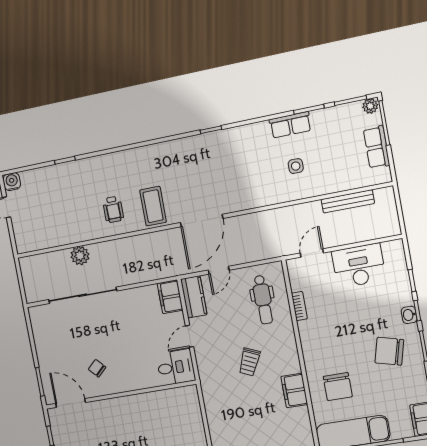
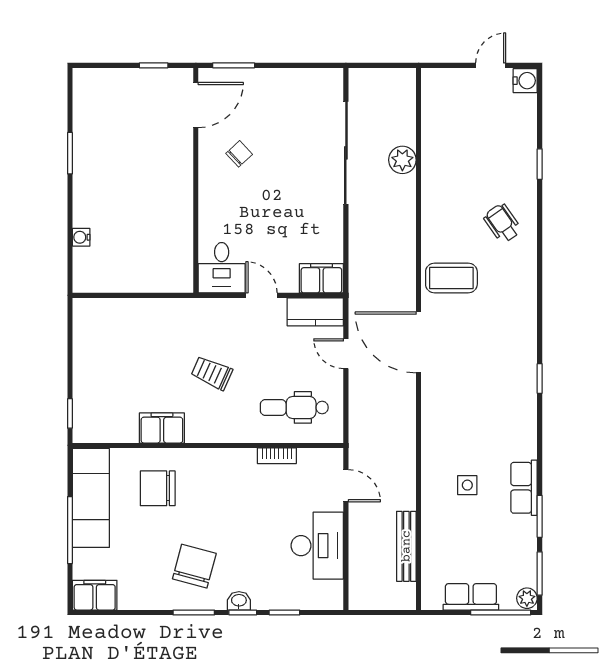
wheelchair: (113, 209) -> (502, 223), moved, turned 55

